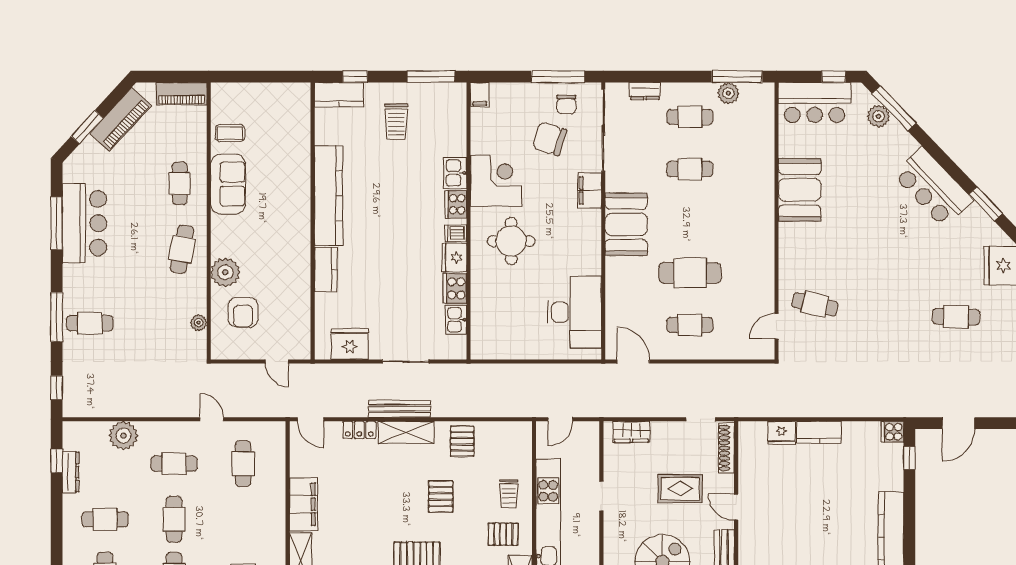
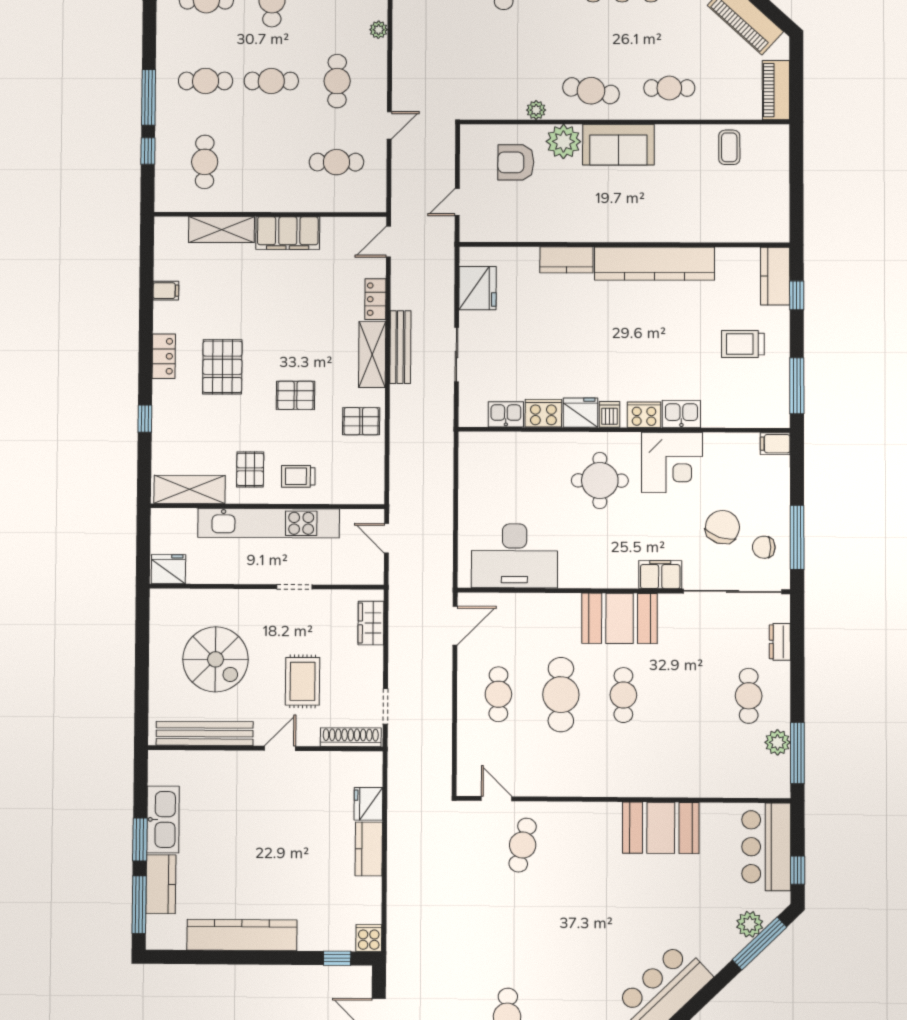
cafe table: (690, 169) -> (623, 695), moved
sofa: (228, 184) -> (618, 145), moved
plant: (199, 323) -> (536, 110), moved
plant: (123, 436) -> (379, 30), width x0.53, depth x0.53

